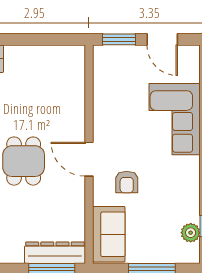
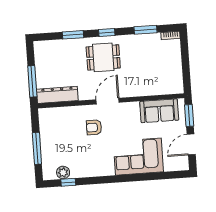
sofa: (109, 234) -> (159, 111), moved
dresser: (55, 253) -> (57, 95), moved, turned -90

